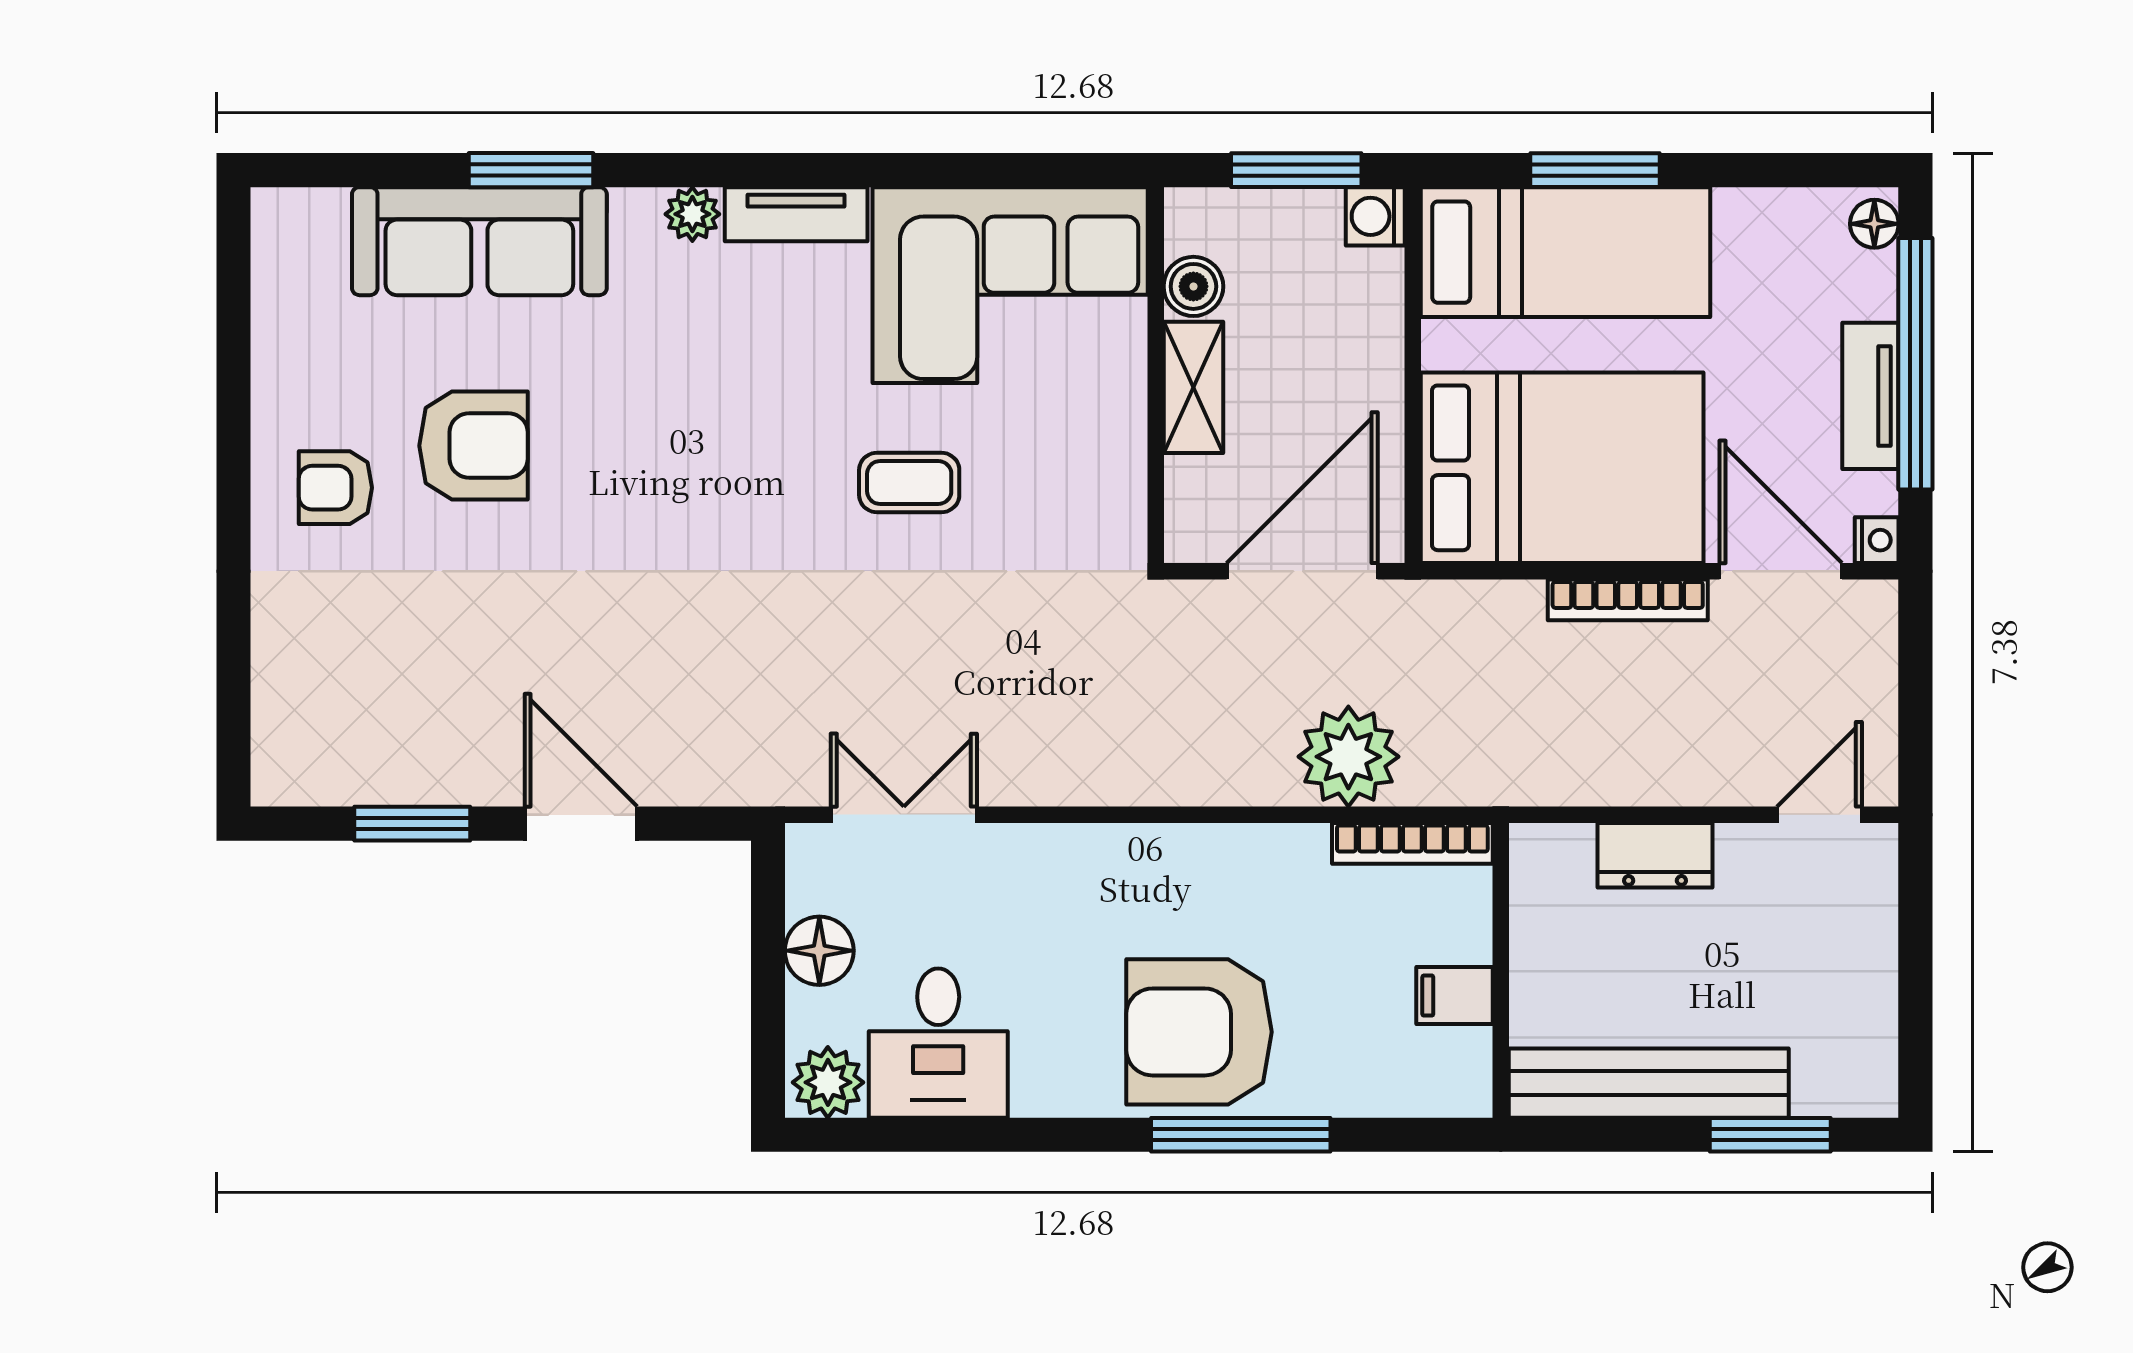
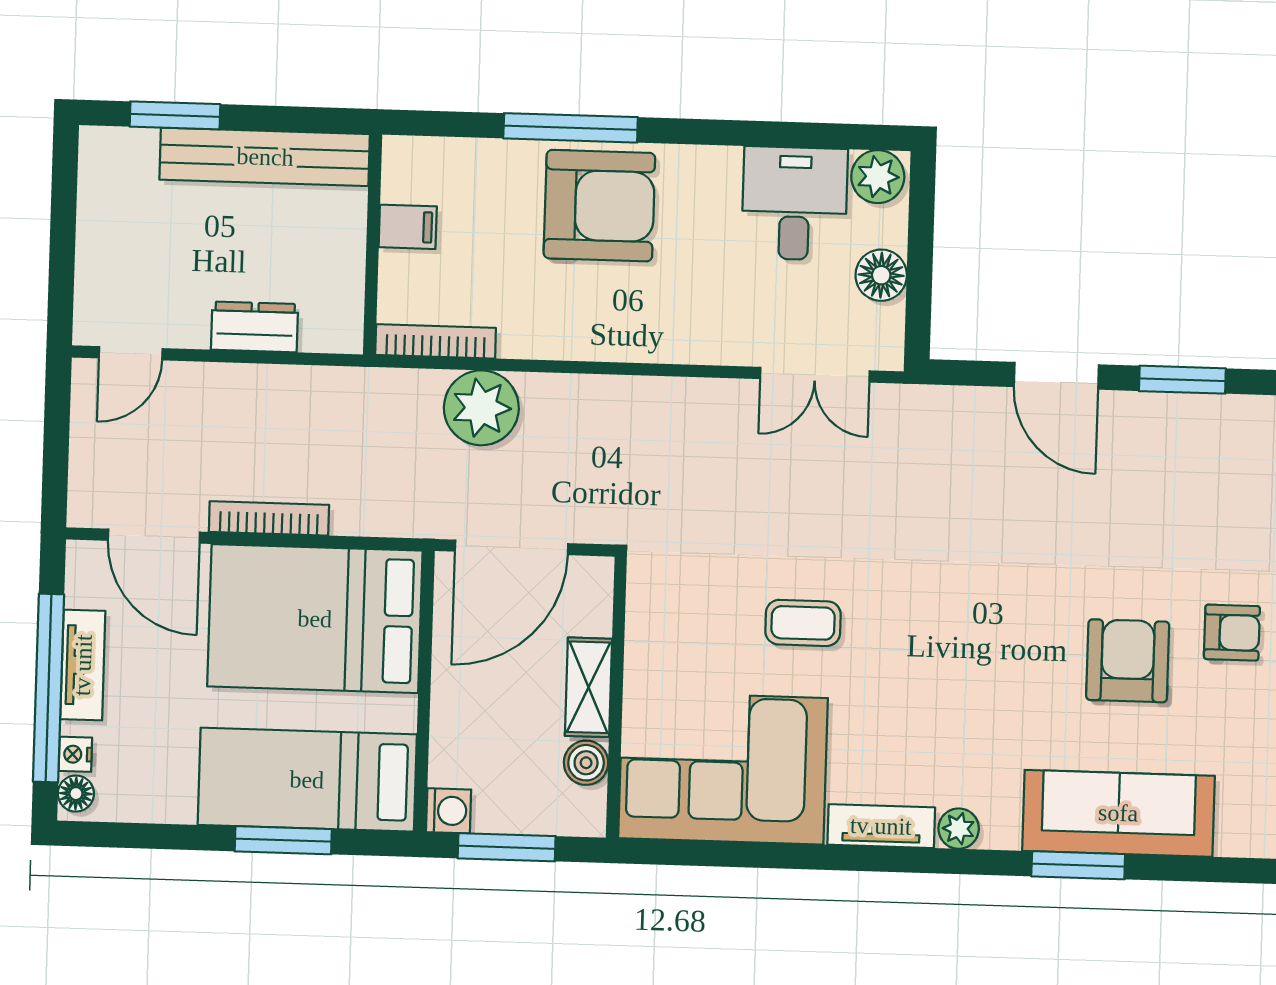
armchair: (473, 446) -> (1128, 661), turned 90
nightstand: (1877, 540) -> (75, 754), moved

